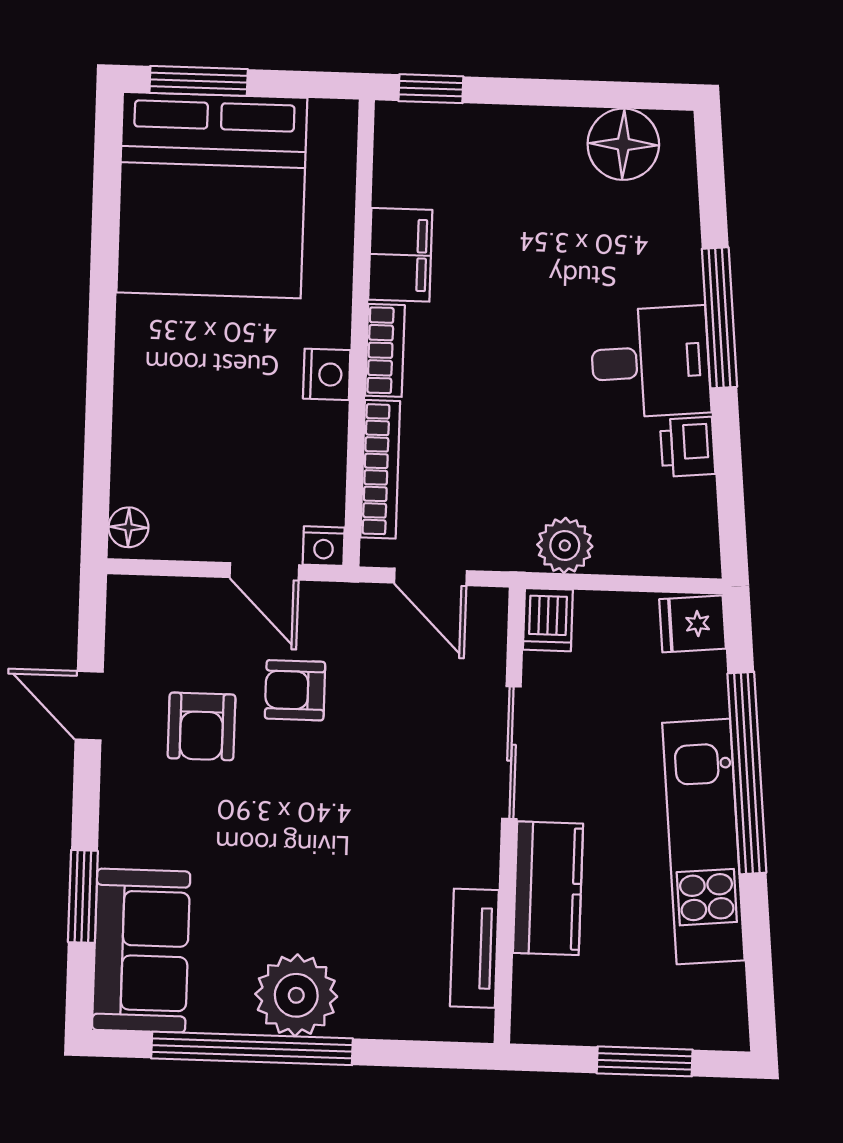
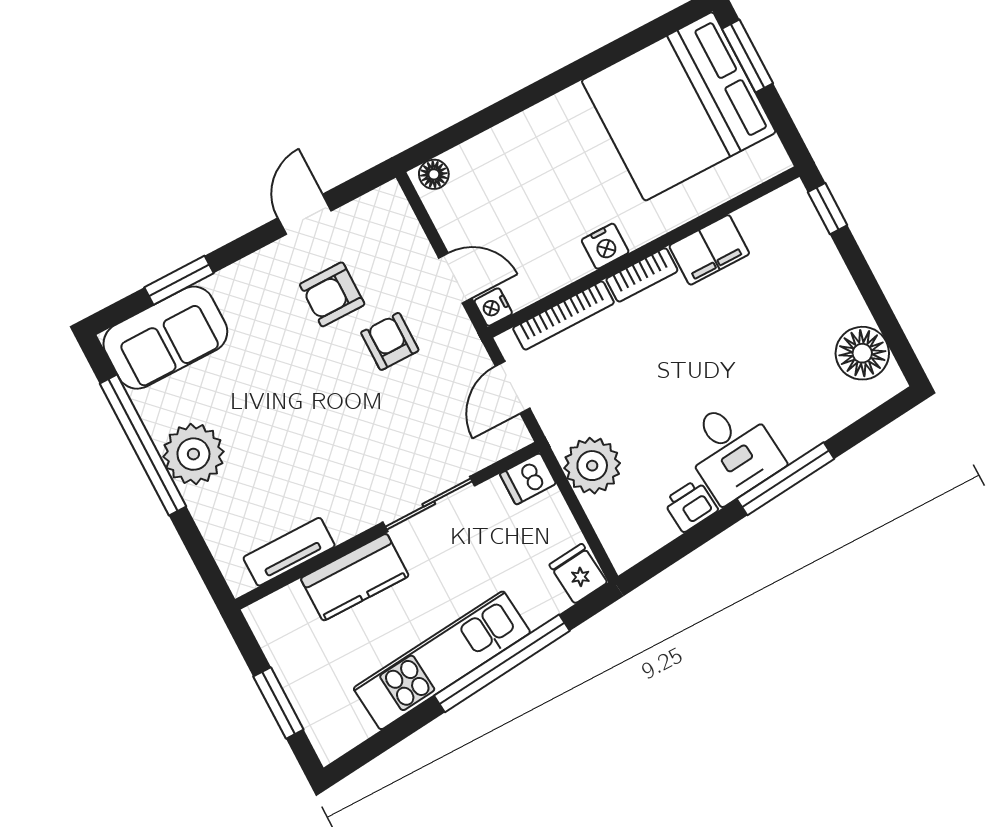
plant: (565, 545) -> (592, 466), width x1.36, depth x1.36
door: (264, 571) -> (455, 278), swing flipped

